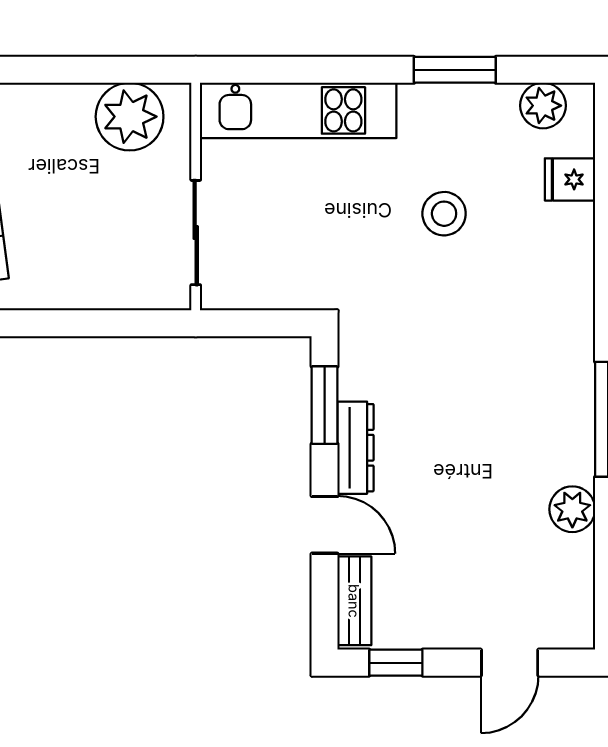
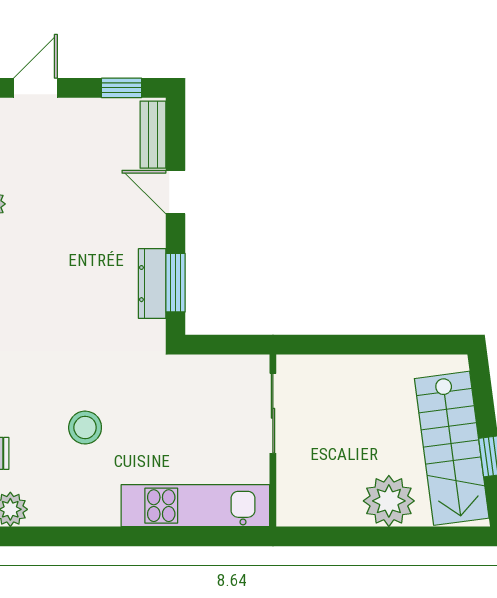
window: (455, 70) -> (77, 536), removed
plant: (130, 117) -> (389, 501), moved
dresser: (356, 448) -> (152, 284), moved

